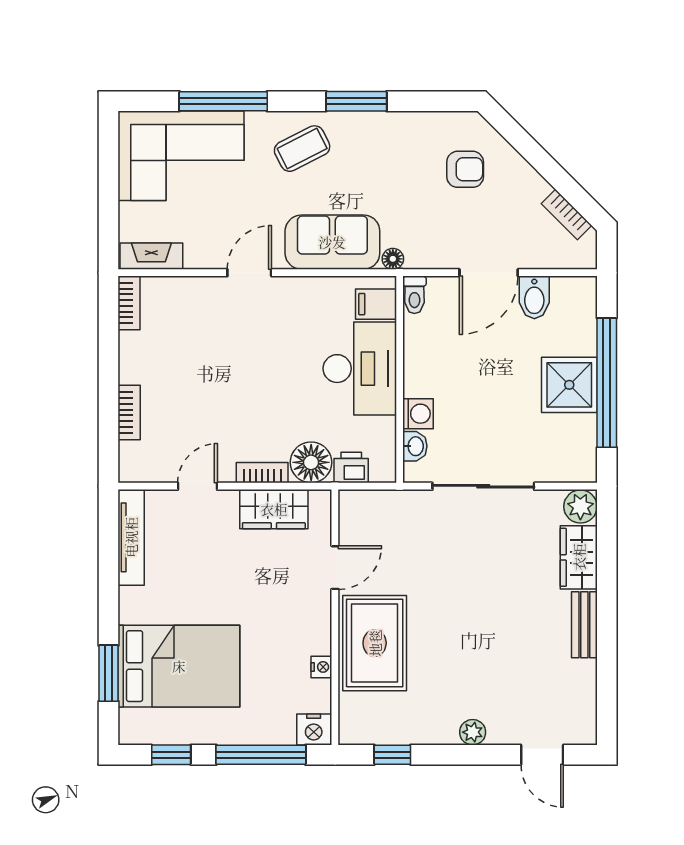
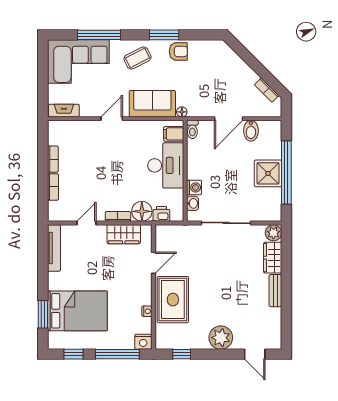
armchair: (465, 169) -> (178, 51), moved
bookcase: (129, 303) -> (53, 159), moved
plant: (473, 732) -> (221, 338), width x1.87, depth x1.87

